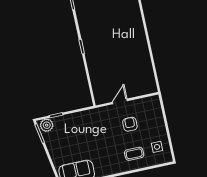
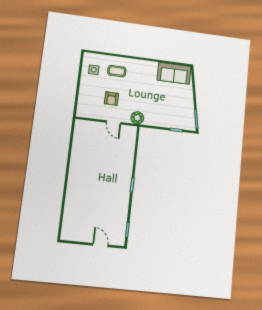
door: (120, 101) -> (114, 122), hinge flipped
plant: (47, 125) -> (137, 118), moved

